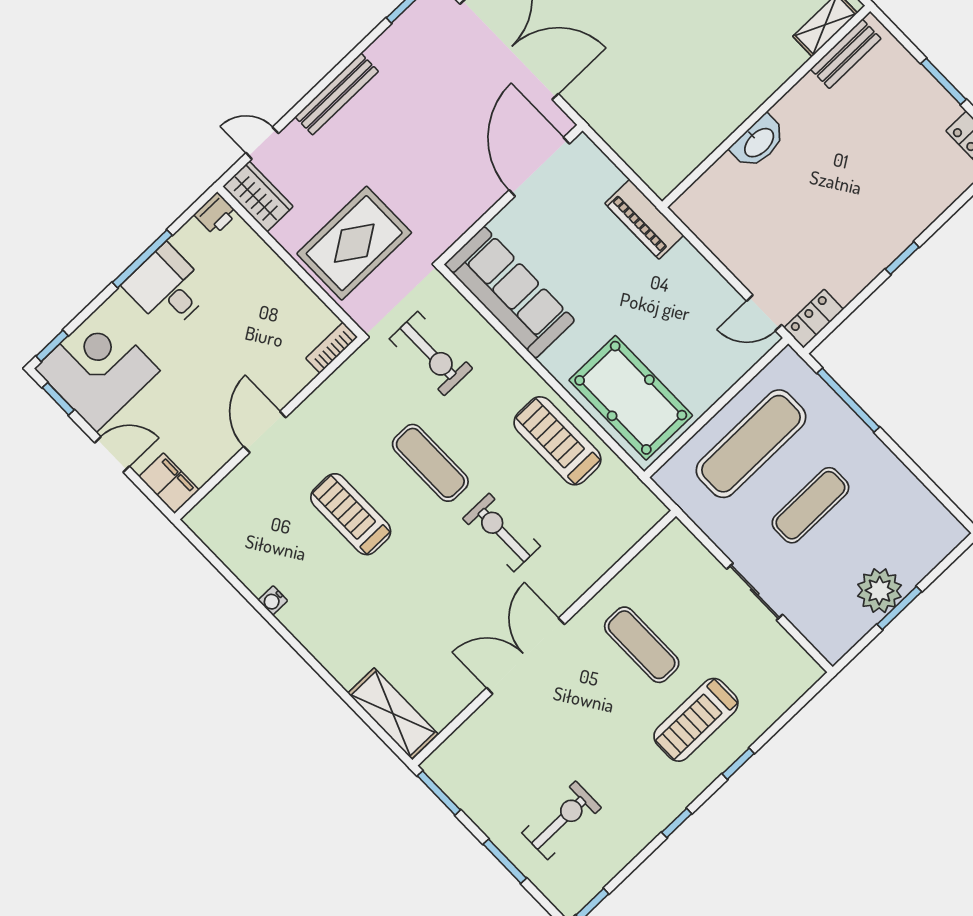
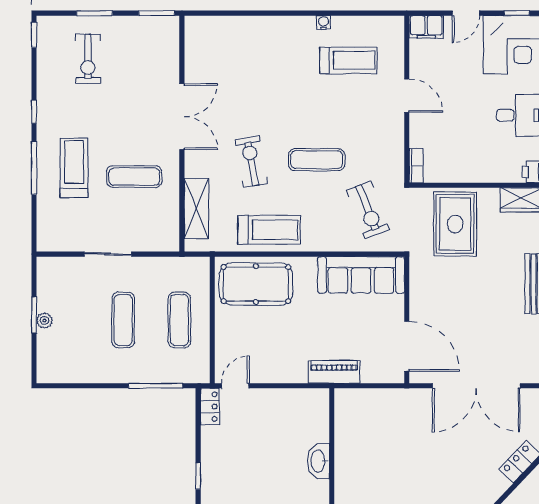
exercise bike: (431, 354) -> (368, 210), turned -111
exercise mat: (751, 444) -> (179, 320), width x0.73, depth x0.69
treadmill: (351, 514) -> (348, 60), moved
exercise bike: (501, 532) -> (251, 162), turned -100
plant: (879, 591) -> (44, 321), width x0.53, depth x0.53
shelving: (393, 714) -> (196, 208), moved, turned 90
window: (738, 764) -> (34, 168), width x2.17

